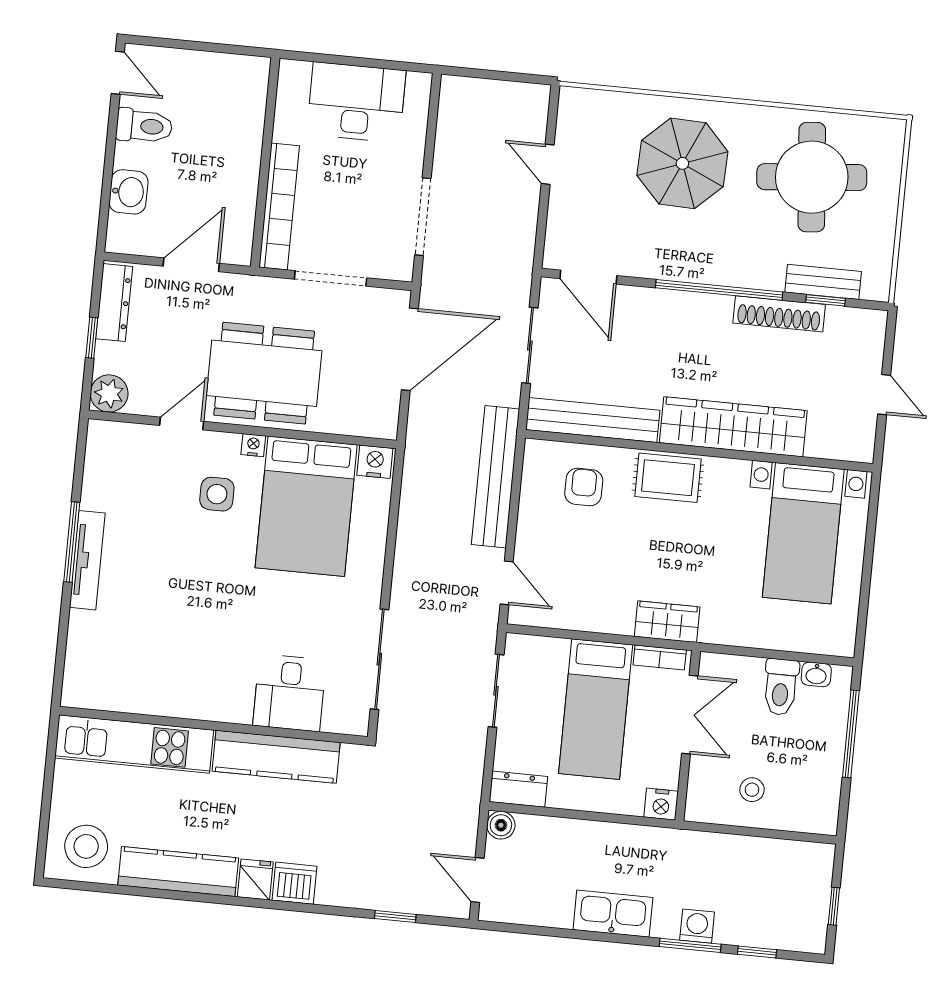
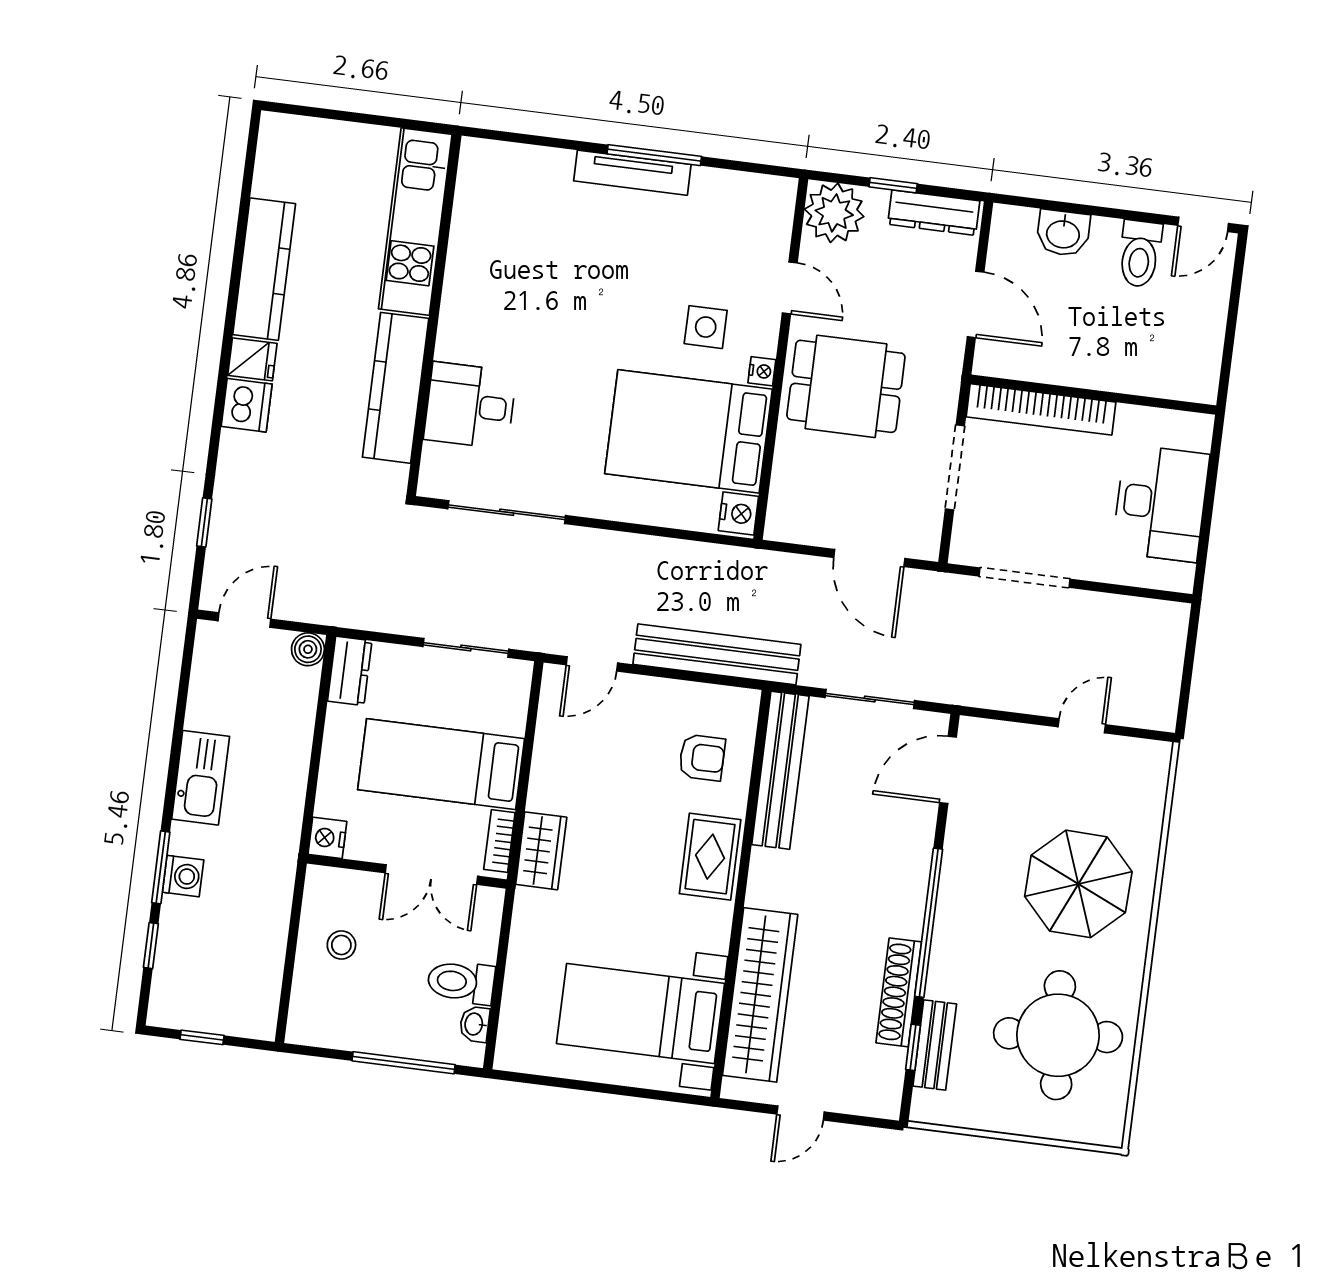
door: (410, 349) -> (869, 558), width x0.73
dining table: (264, 373) -> (846, 386), width x0.73
plant: (109, 393) -> (834, 213), width x1.36, depth x1.36
wardrobe: (733, 427) -> (760, 995), moved
stool: (86, 846) -> (297, 162), removed

